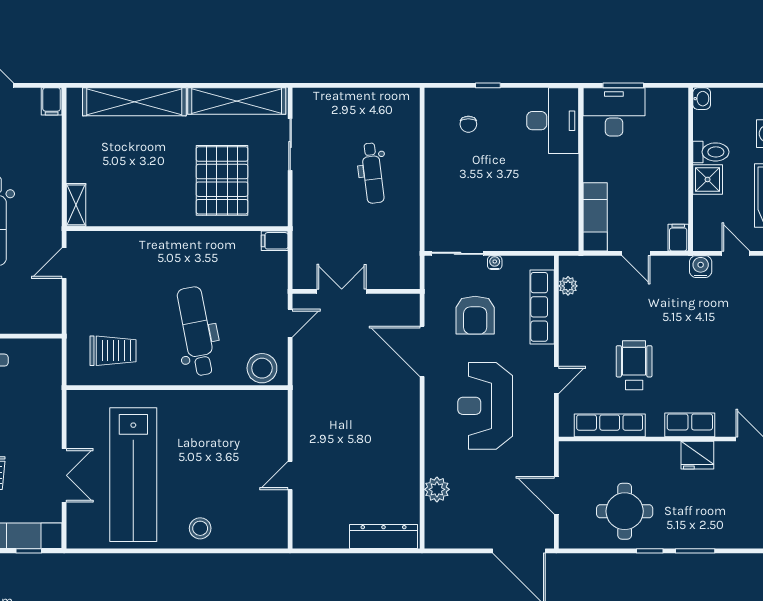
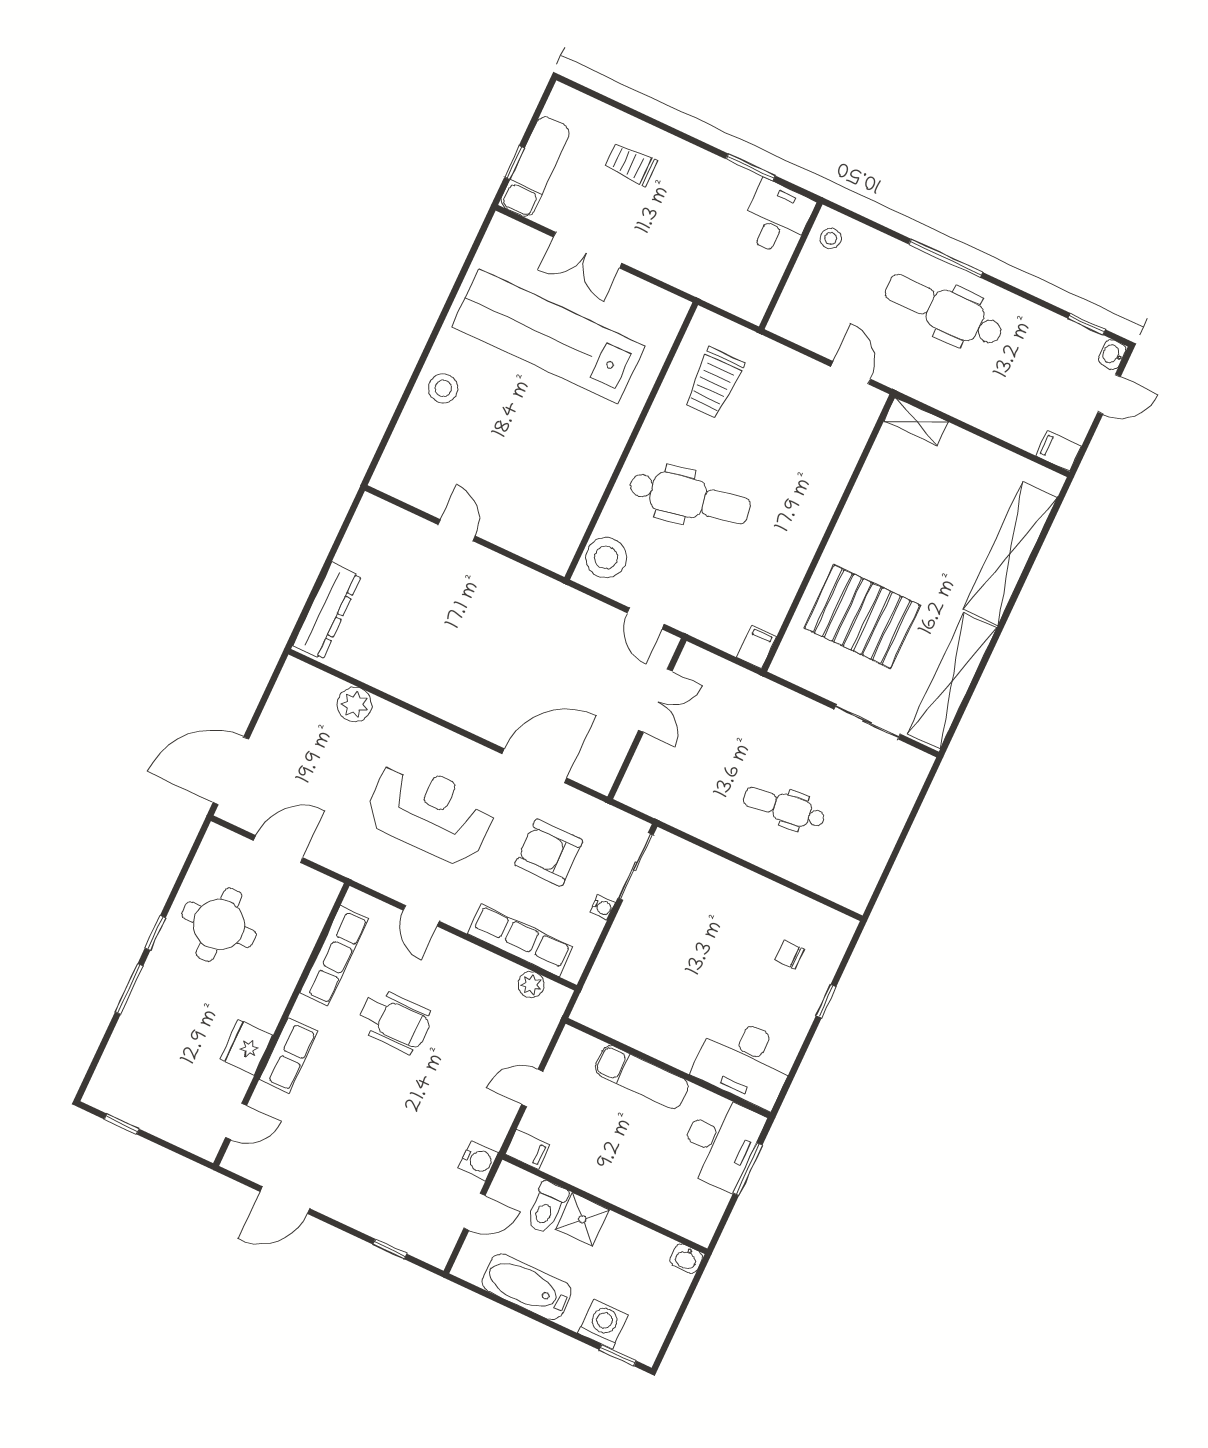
toilet: (711, 152) -> (546, 1207), moved
exam couch: (595, 217) -> (642, 1077), moved

